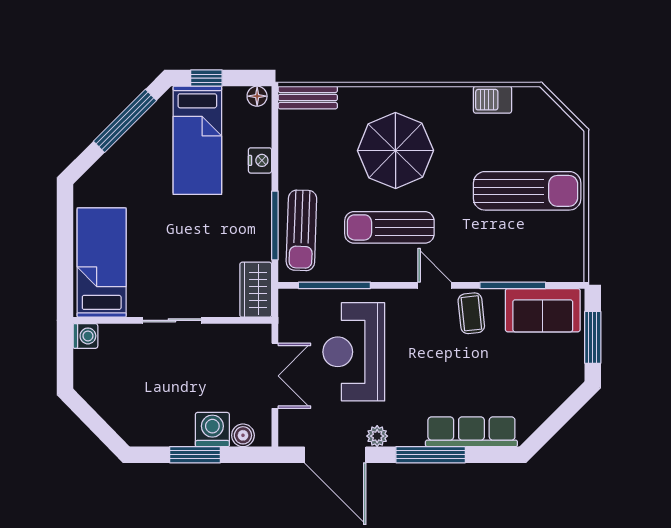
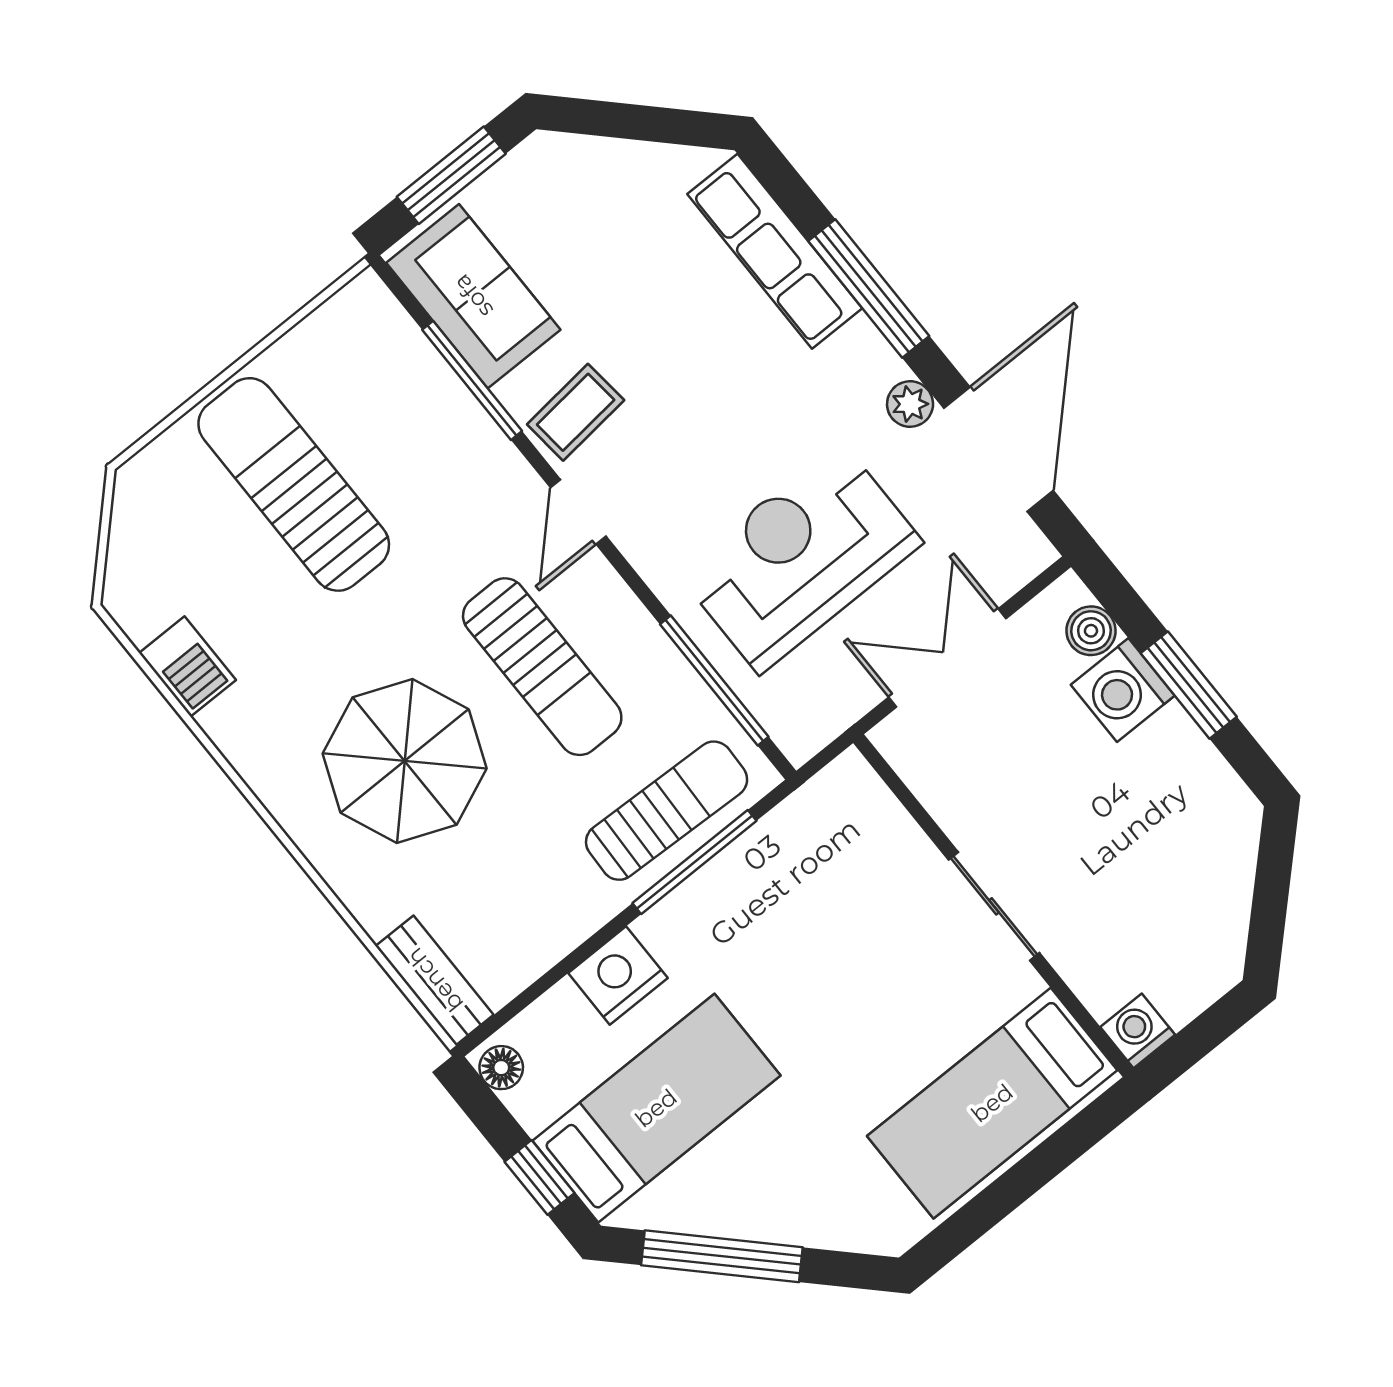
nightstand: (260, 160) -> (618, 976), width x1.36, depth x1.33
wardrobe: (256, 290) -> (829, 807), removed
reception desk: (354, 352) -> (800, 558), turned 180

